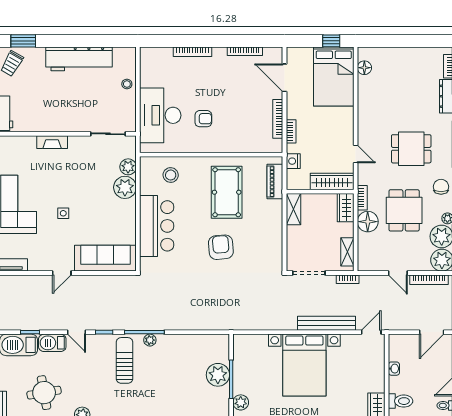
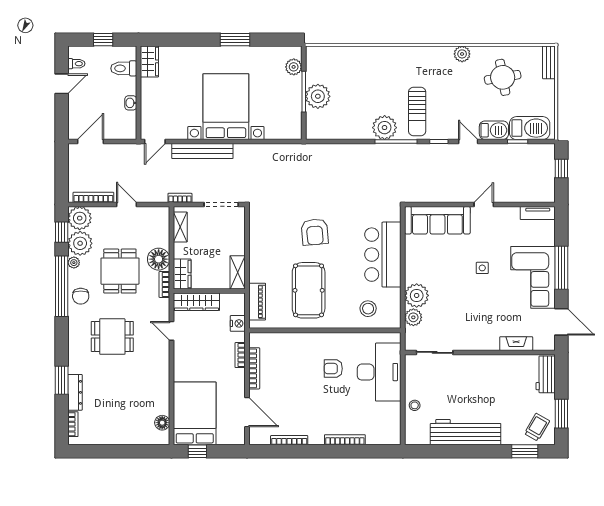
fireplace: (52, 142) -> (516, 344), moved
plant: (150, 340) -> (385, 128), width x1.88, depth x1.88

